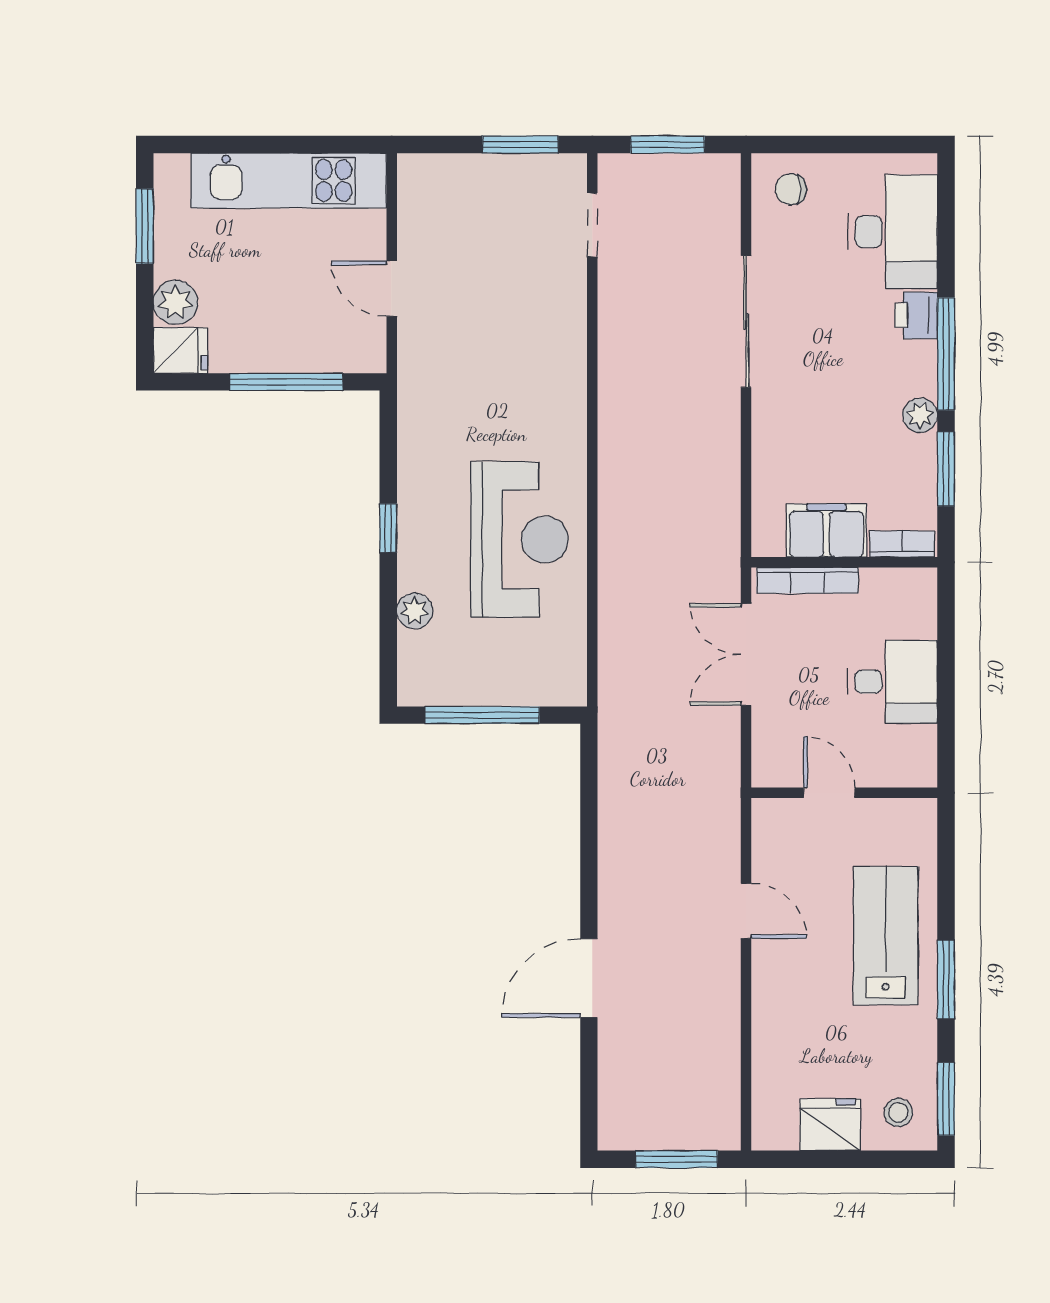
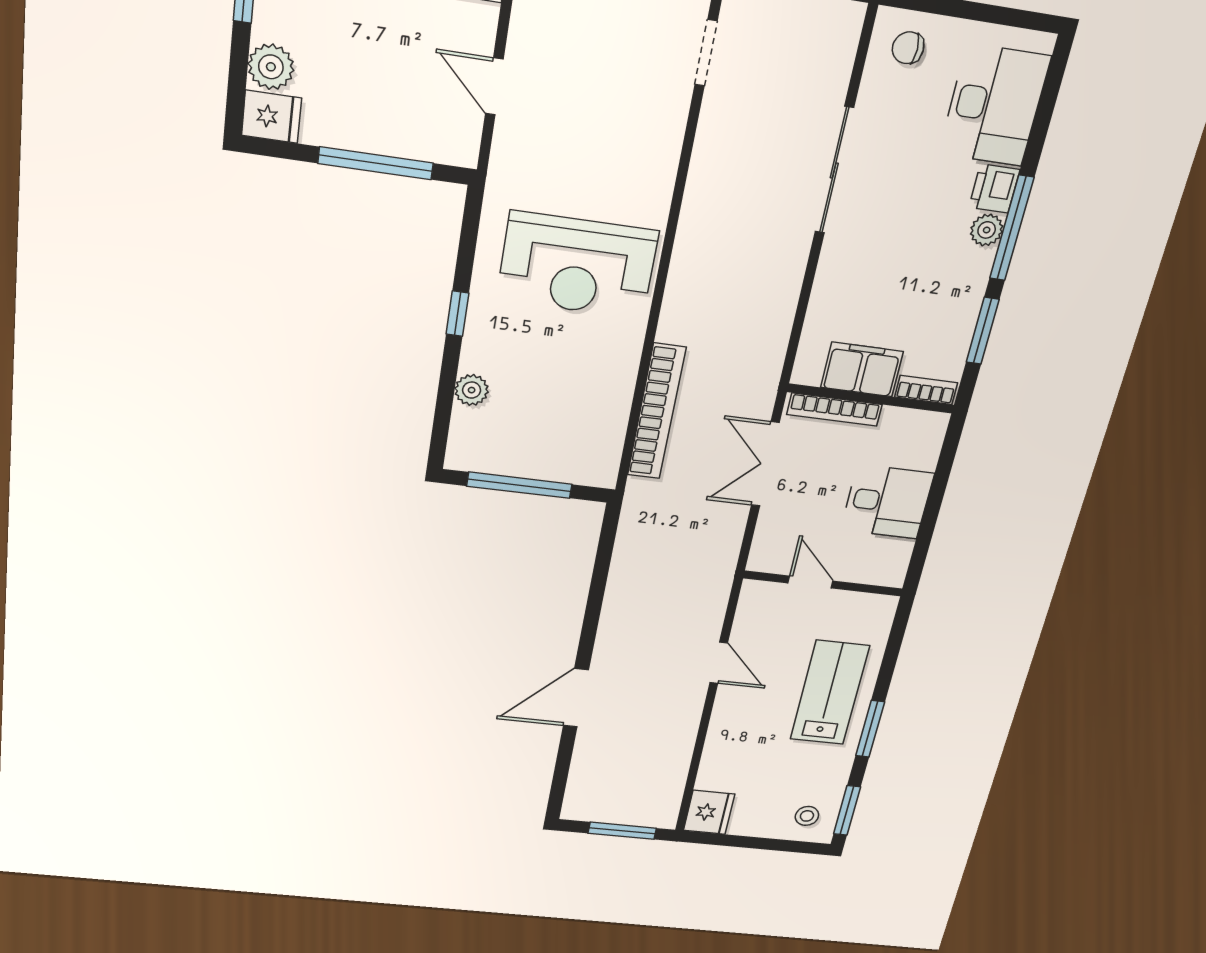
plant: (920, 415) -> (987, 230), moved
reception desk: (519, 539) -> (577, 265), moved, turned 90
bookcase: (615, 609) -> (656, 412), added
fridge: (830, 1125) -> (709, 812), moved, turned 90

